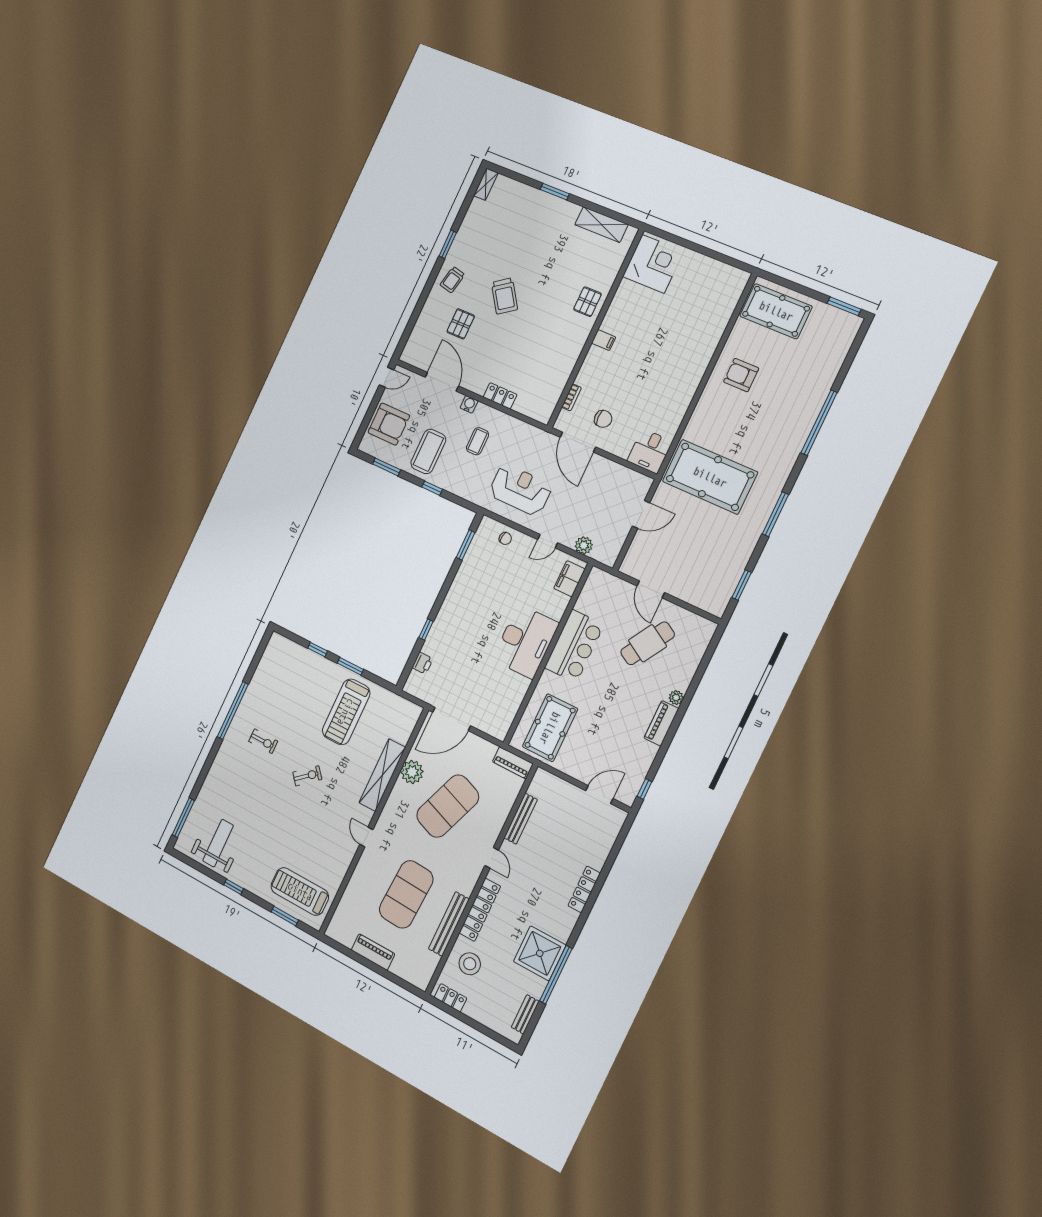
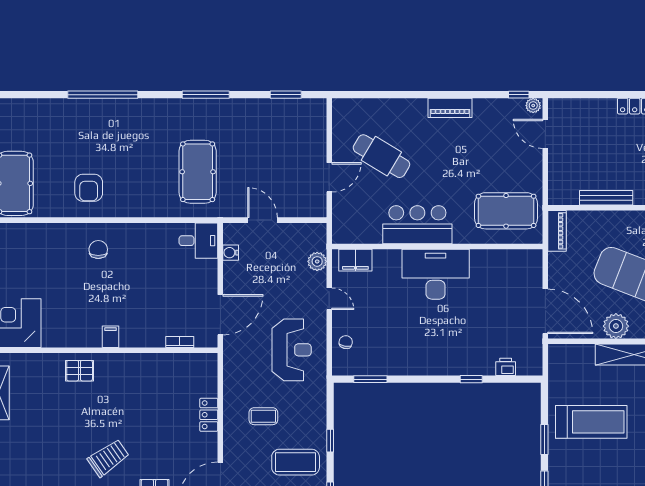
water cooler: (469, 404) -> (231, 253), moved
chair: (603, 419) -> (98, 250), moved
pool table: (710, 477) -> (198, 172), width x0.73, depth x0.76
reception desk: (520, 490) -> (292, 350), turned 180
plant: (676, 698) -> (533, 106), moved

